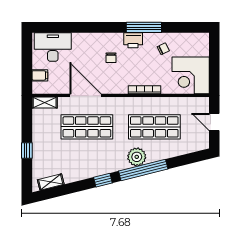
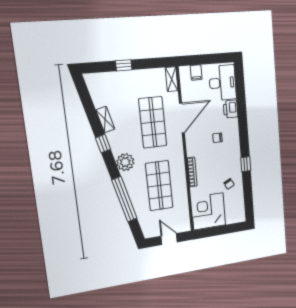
window: (144, 27) -> (246, 164), width x0.46
printer: (133, 40) -> (231, 109), moved
door: (214, 122) -> (169, 239), hinge flipped
plant: (137, 157) -> (125, 162), moved
window: (143, 170) -> (124, 199), moved
shelving: (51, 182) -> (105, 120), moved

